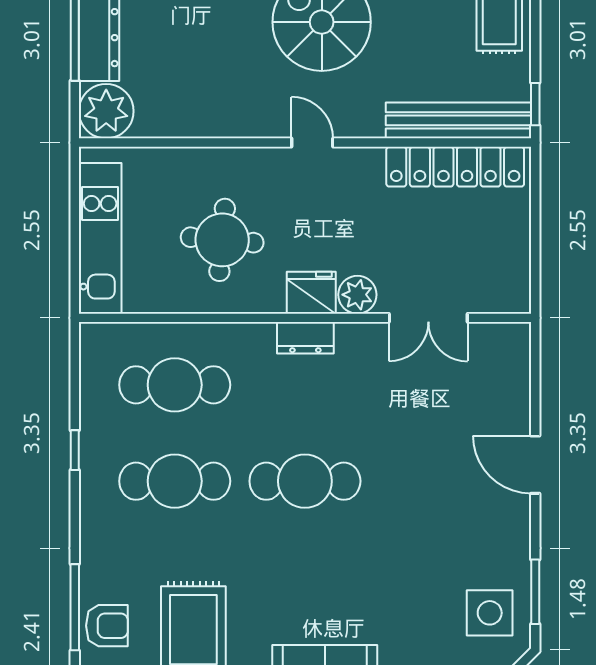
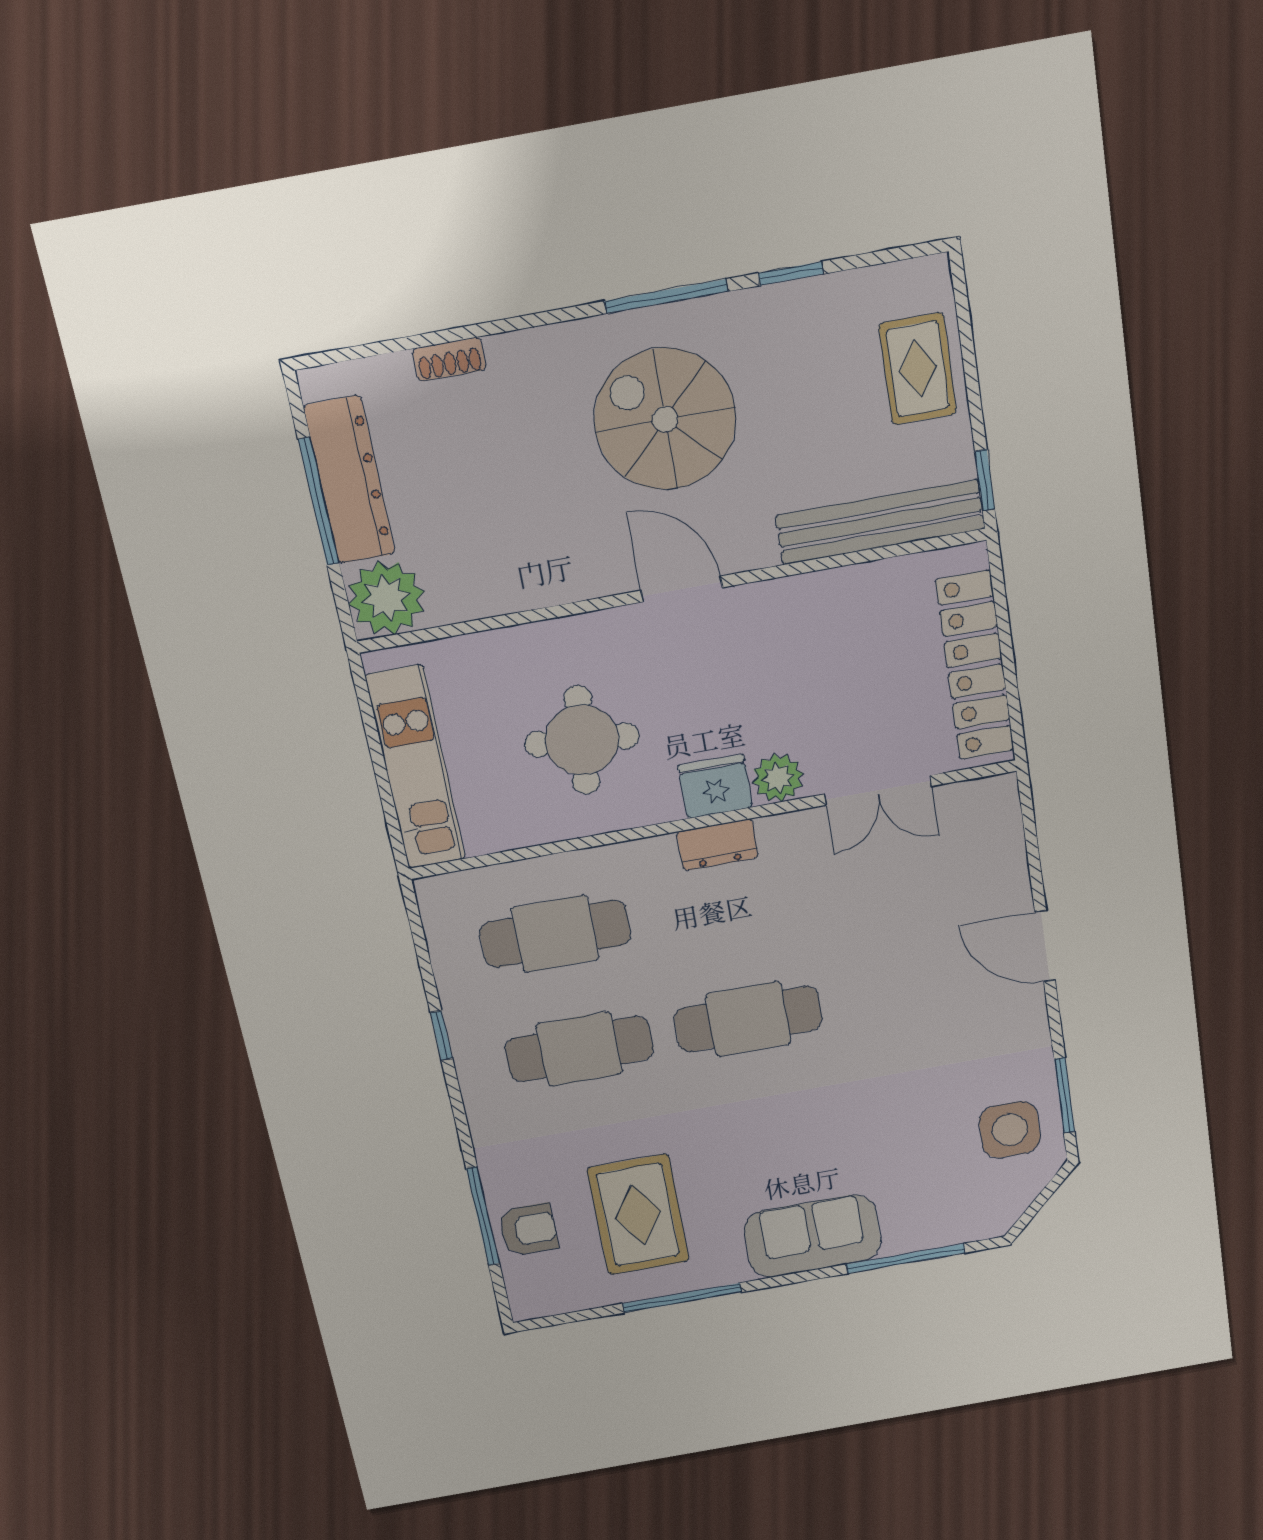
door: (312, 143) -> (682, 589), width x1.38
locker: (455, 167) -> (975, 666), moved, turned 90

